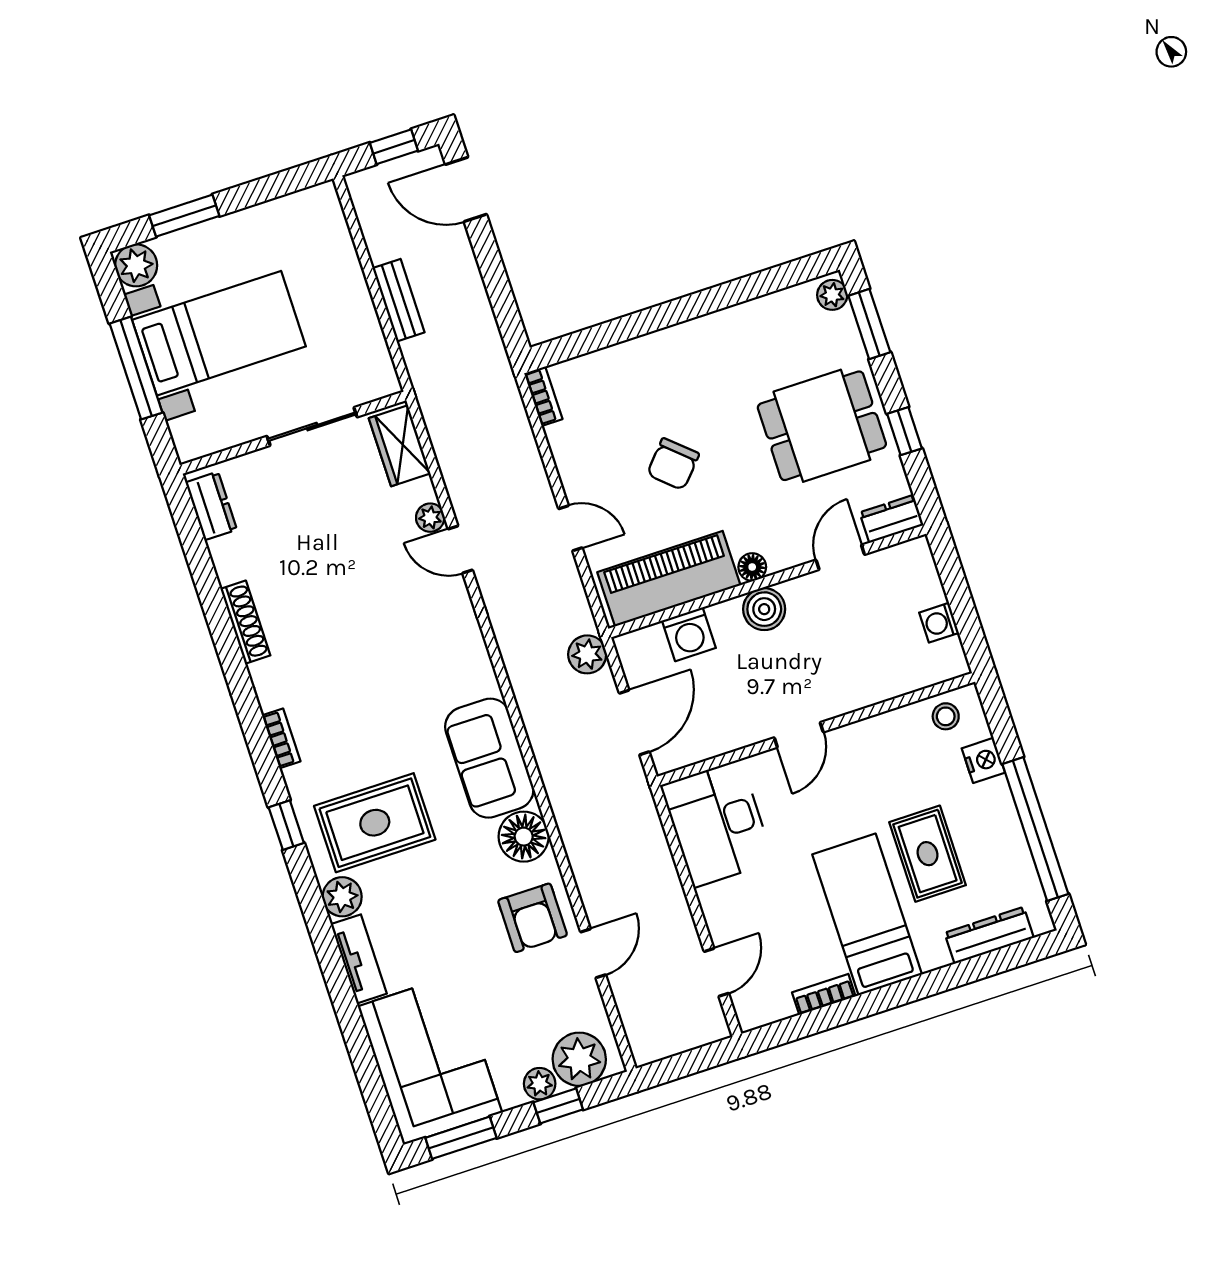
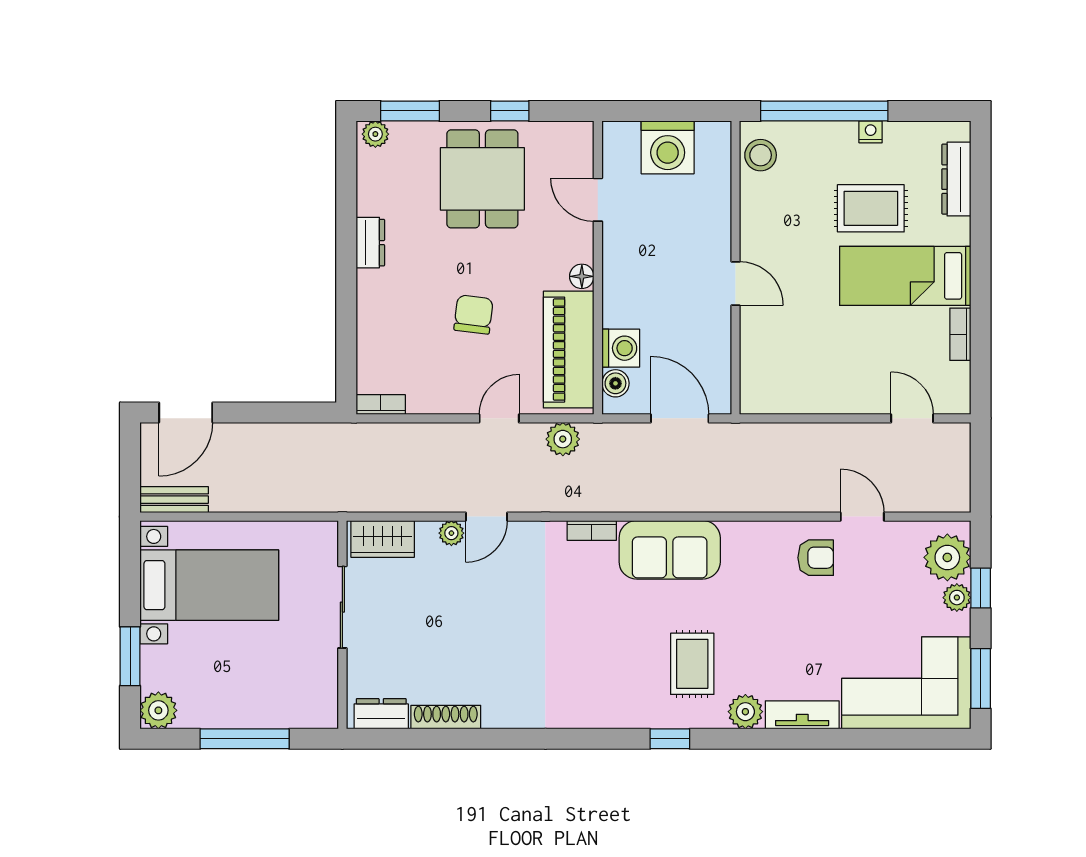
window: (394, 147) -> (130, 461), removed
bench: (399, 300) -> (174, 500), moved
bed with nightstands: (219, 333) -> (209, 585), moved, turned 90
chair: (673, 464) -> (473, 314), turned -125
dresser: (892, 519) -> (370, 243), moved, turned 180
boiler: (764, 609) -> (615, 383), moved, width x0.73, depth x0.73
shoe rack: (245, 622) -> (446, 717), moved
washing machine: (939, 623) -> (668, 147), width x1.89, depth x1.89
plant: (587, 654) -> (563, 439), moved
stool: (946, 716) -> (761, 155), width x1.37, depth x1.37
bookcase: (281, 738) -> (592, 530), moved, turned 180
nightstand: (983, 760) -> (871, 132), moved, width x0.72, depth x0.74
rug: (375, 823) -> (692, 664), width x0.73, depth x0.70
desk: (717, 824) -> (787, 377), removed
window: (1035, 829) -> (824, 111), moved
floor lamp: (524, 837) -> (745, 543), removed
armchair: (533, 918) -> (816, 558), width x0.72, depth x0.72

